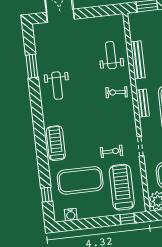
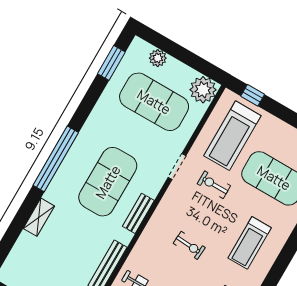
exercise bike: (117, 92) -> (189, 245), moved
treadmill: (56, 143) -> (250, 243), moved

